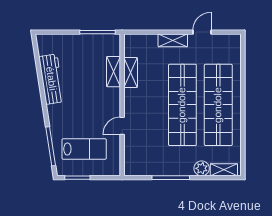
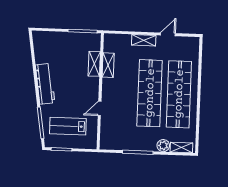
workbench: (51, 79) -> (45, 84), moved
lab bench: (84, 149) -> (68, 126), turned 180

